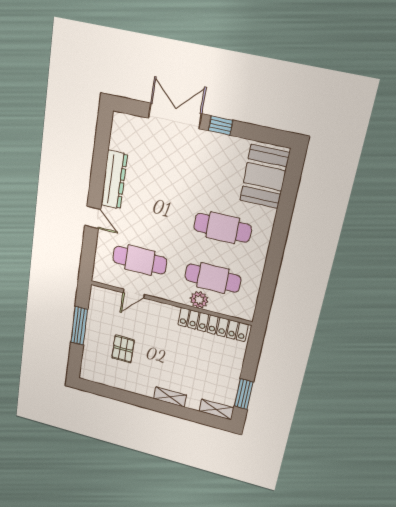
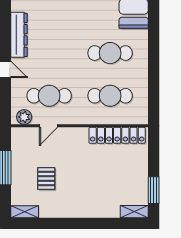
plant: (199, 300) -> (24, 117), moved
shelving: (170, 397) -> (25, 212), moved

